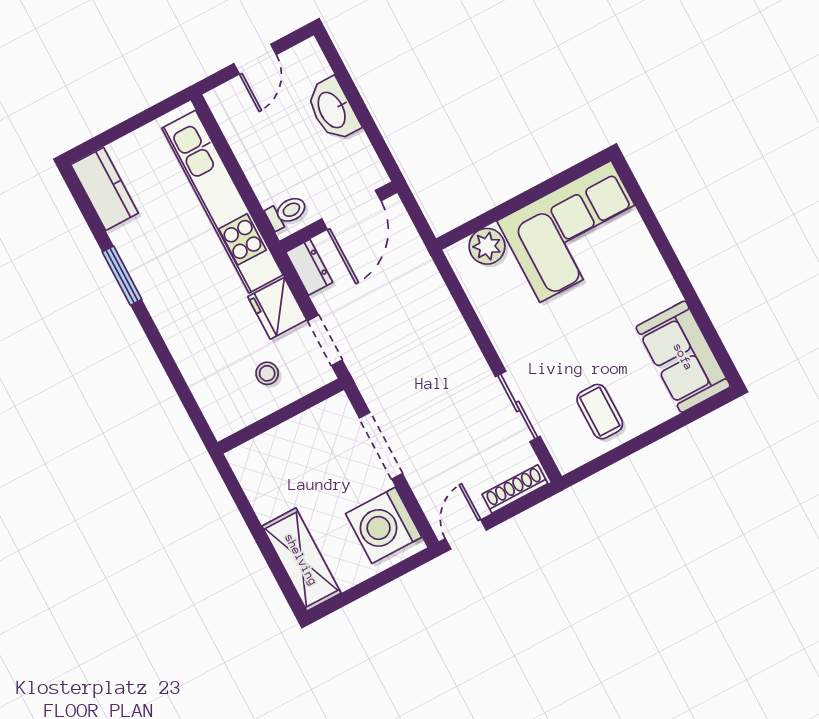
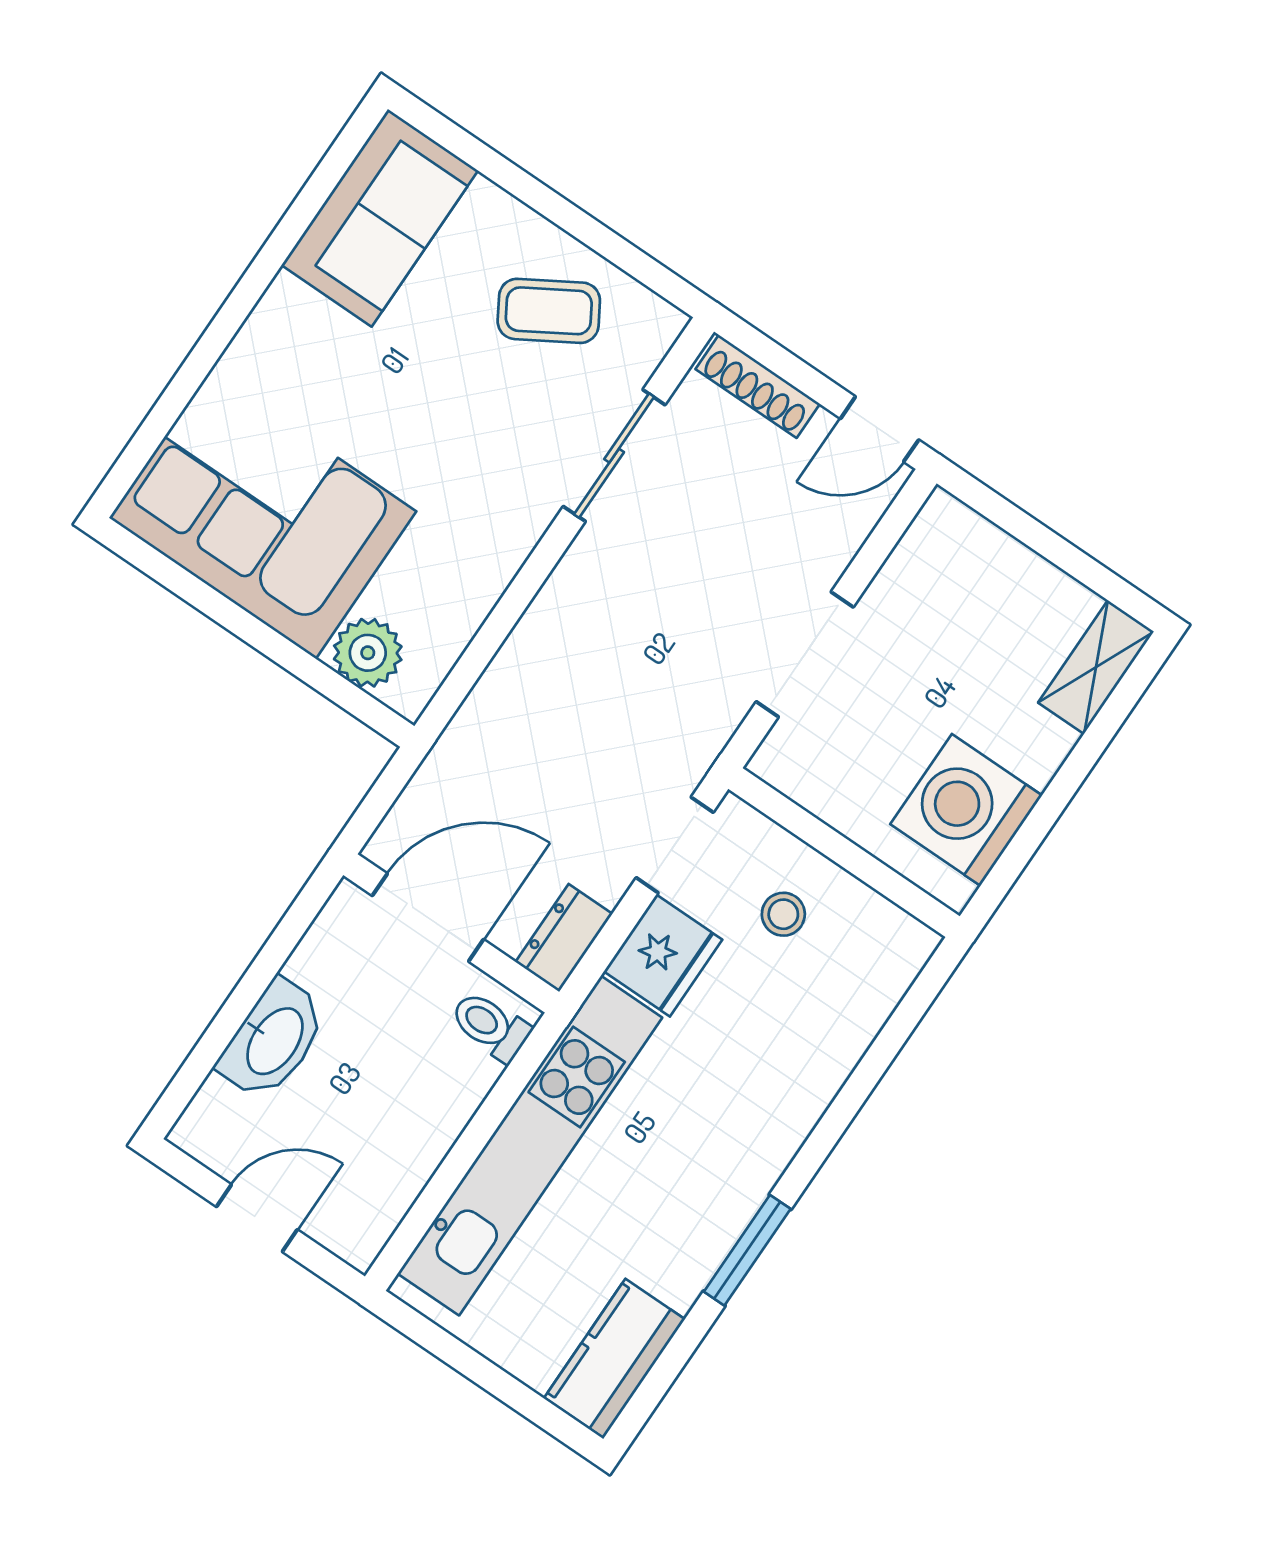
coffee table: (600, 412) -> (549, 311), turned 59
washing machine: (384, 525) -> (966, 810), moved, turned 180
shelving: (301, 560) -> (1096, 667), width x0.67, depth x0.75

